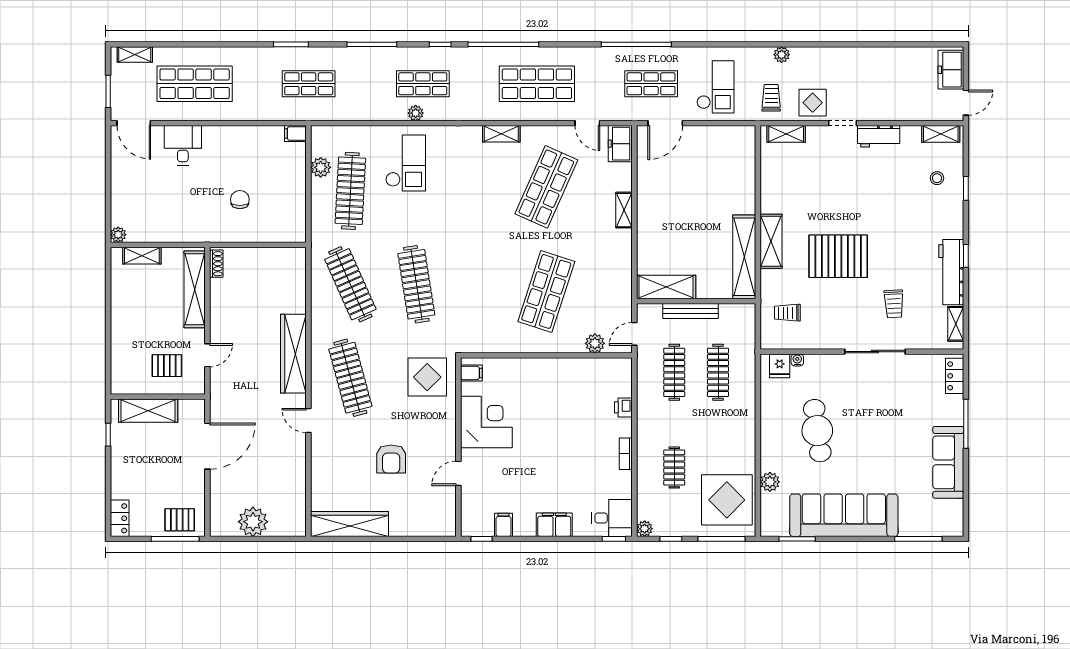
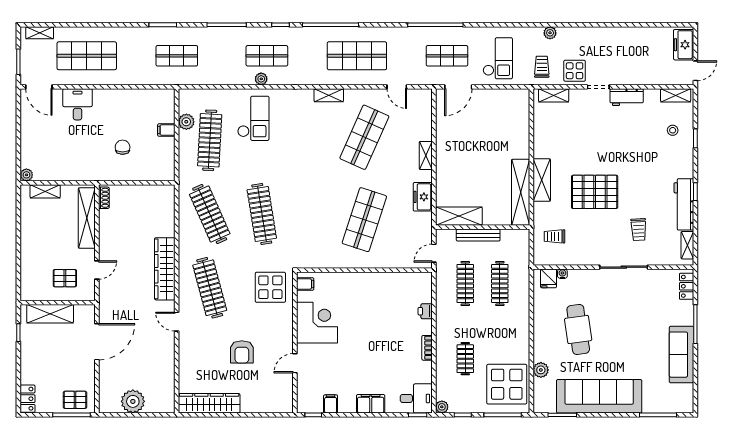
filing cabinet: (295, 133) -> (166, 130), moved
freezer: (620, 144) -> (423, 197), moved
plant: (595, 343) -> (403, 261), removed

